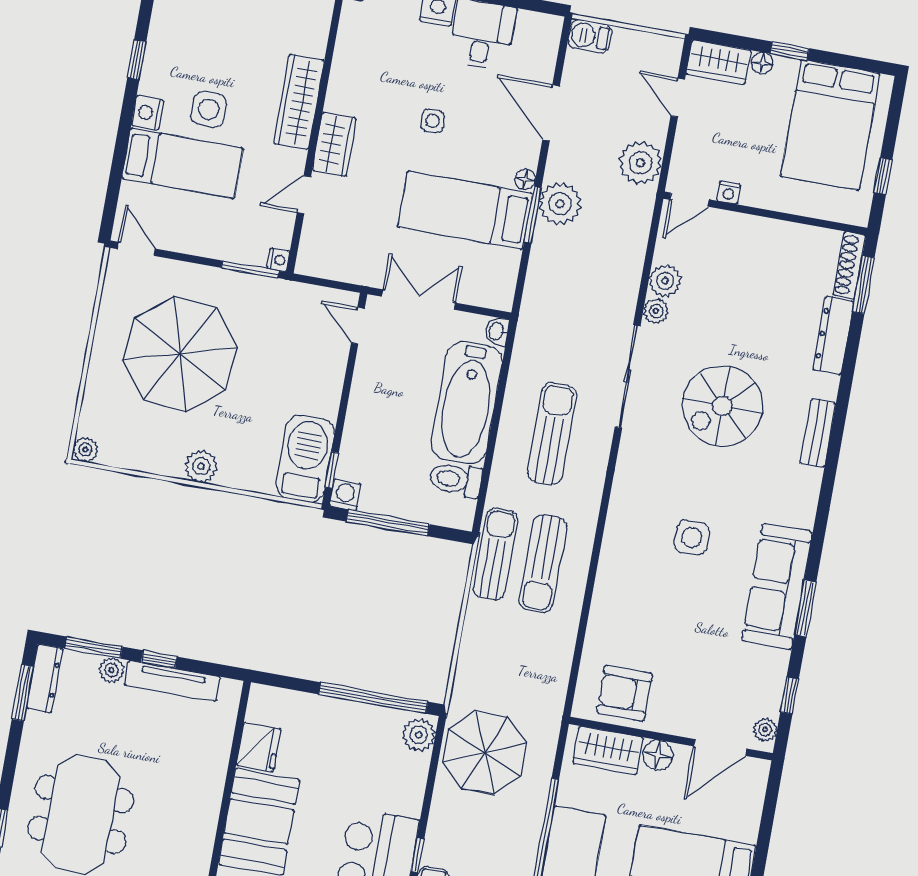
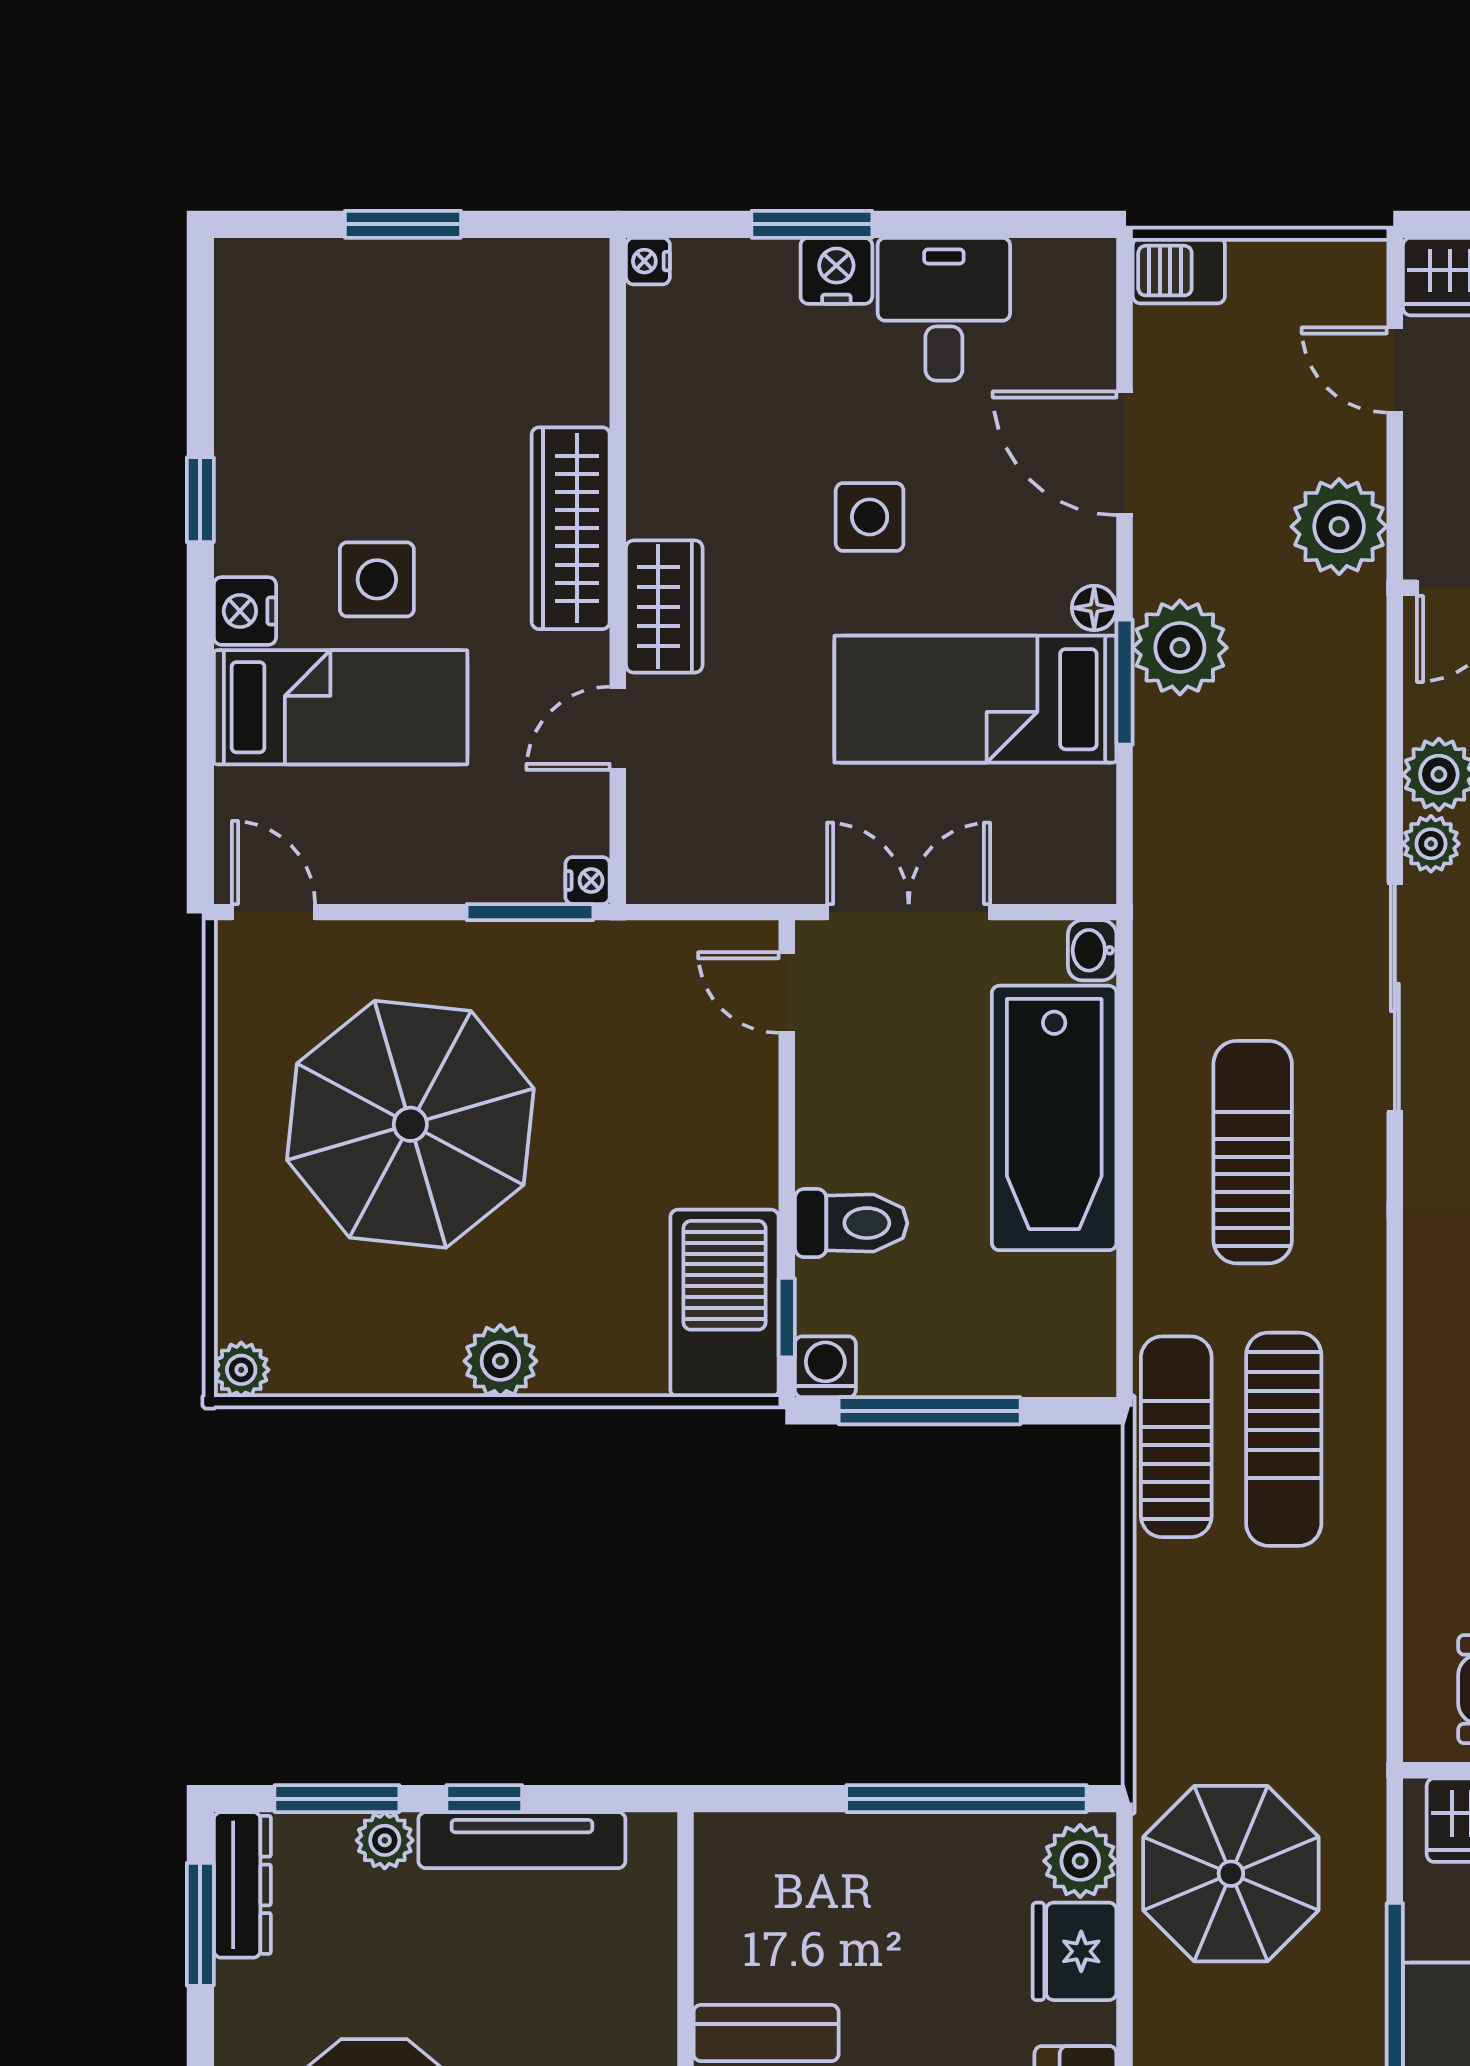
side table: (433, 121) -> (870, 517), width x1.37, depth x1.37
toilet: (456, 479) -> (851, 1223), moved, turned 180
fridge: (258, 747) -> (1075, 1951), moved, turned 180

